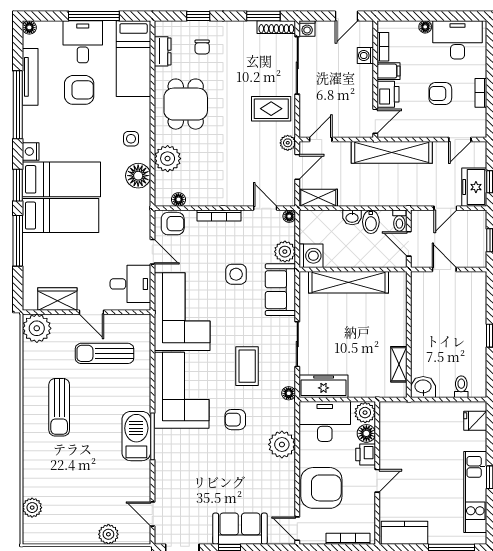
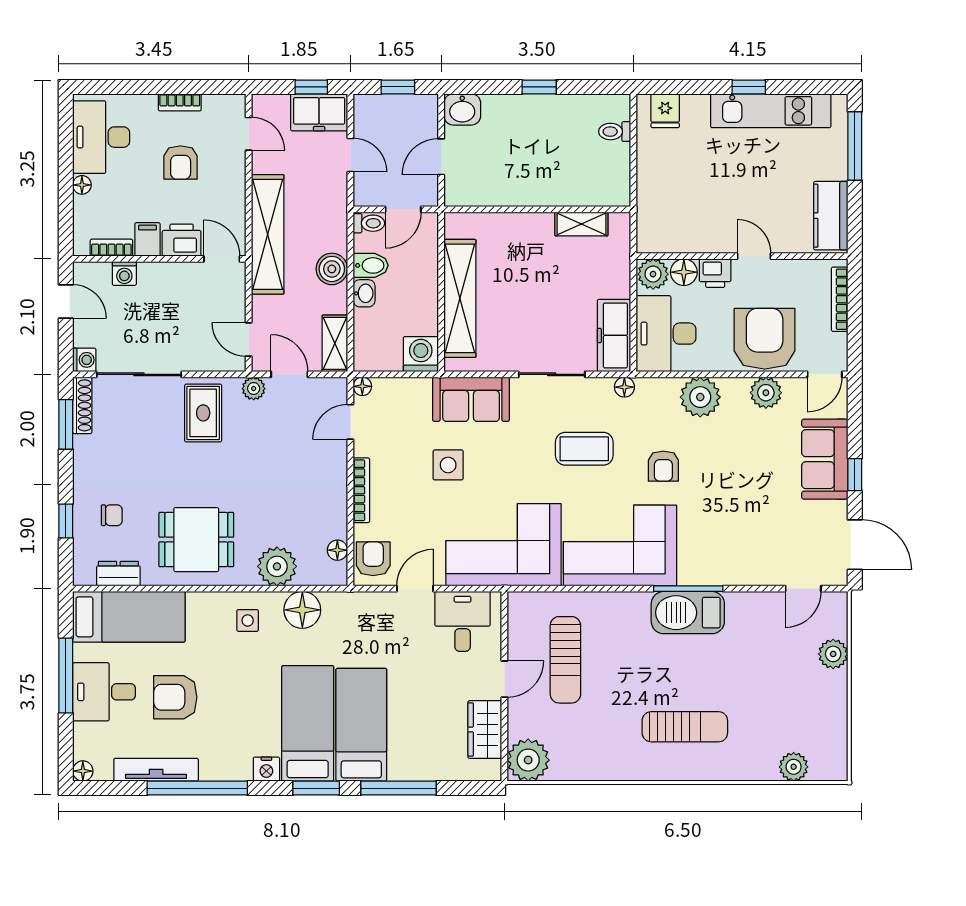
armchair: (79, 90) -> (175, 697), turned -90
boiler: (368, 196) -> (332, 269), added
plant: (285, 252) -> (766, 393), moved
washbasin: (423, 387) -> (462, 109), moved, turned -90
sun lounger: (59, 407) -> (685, 727), moved

